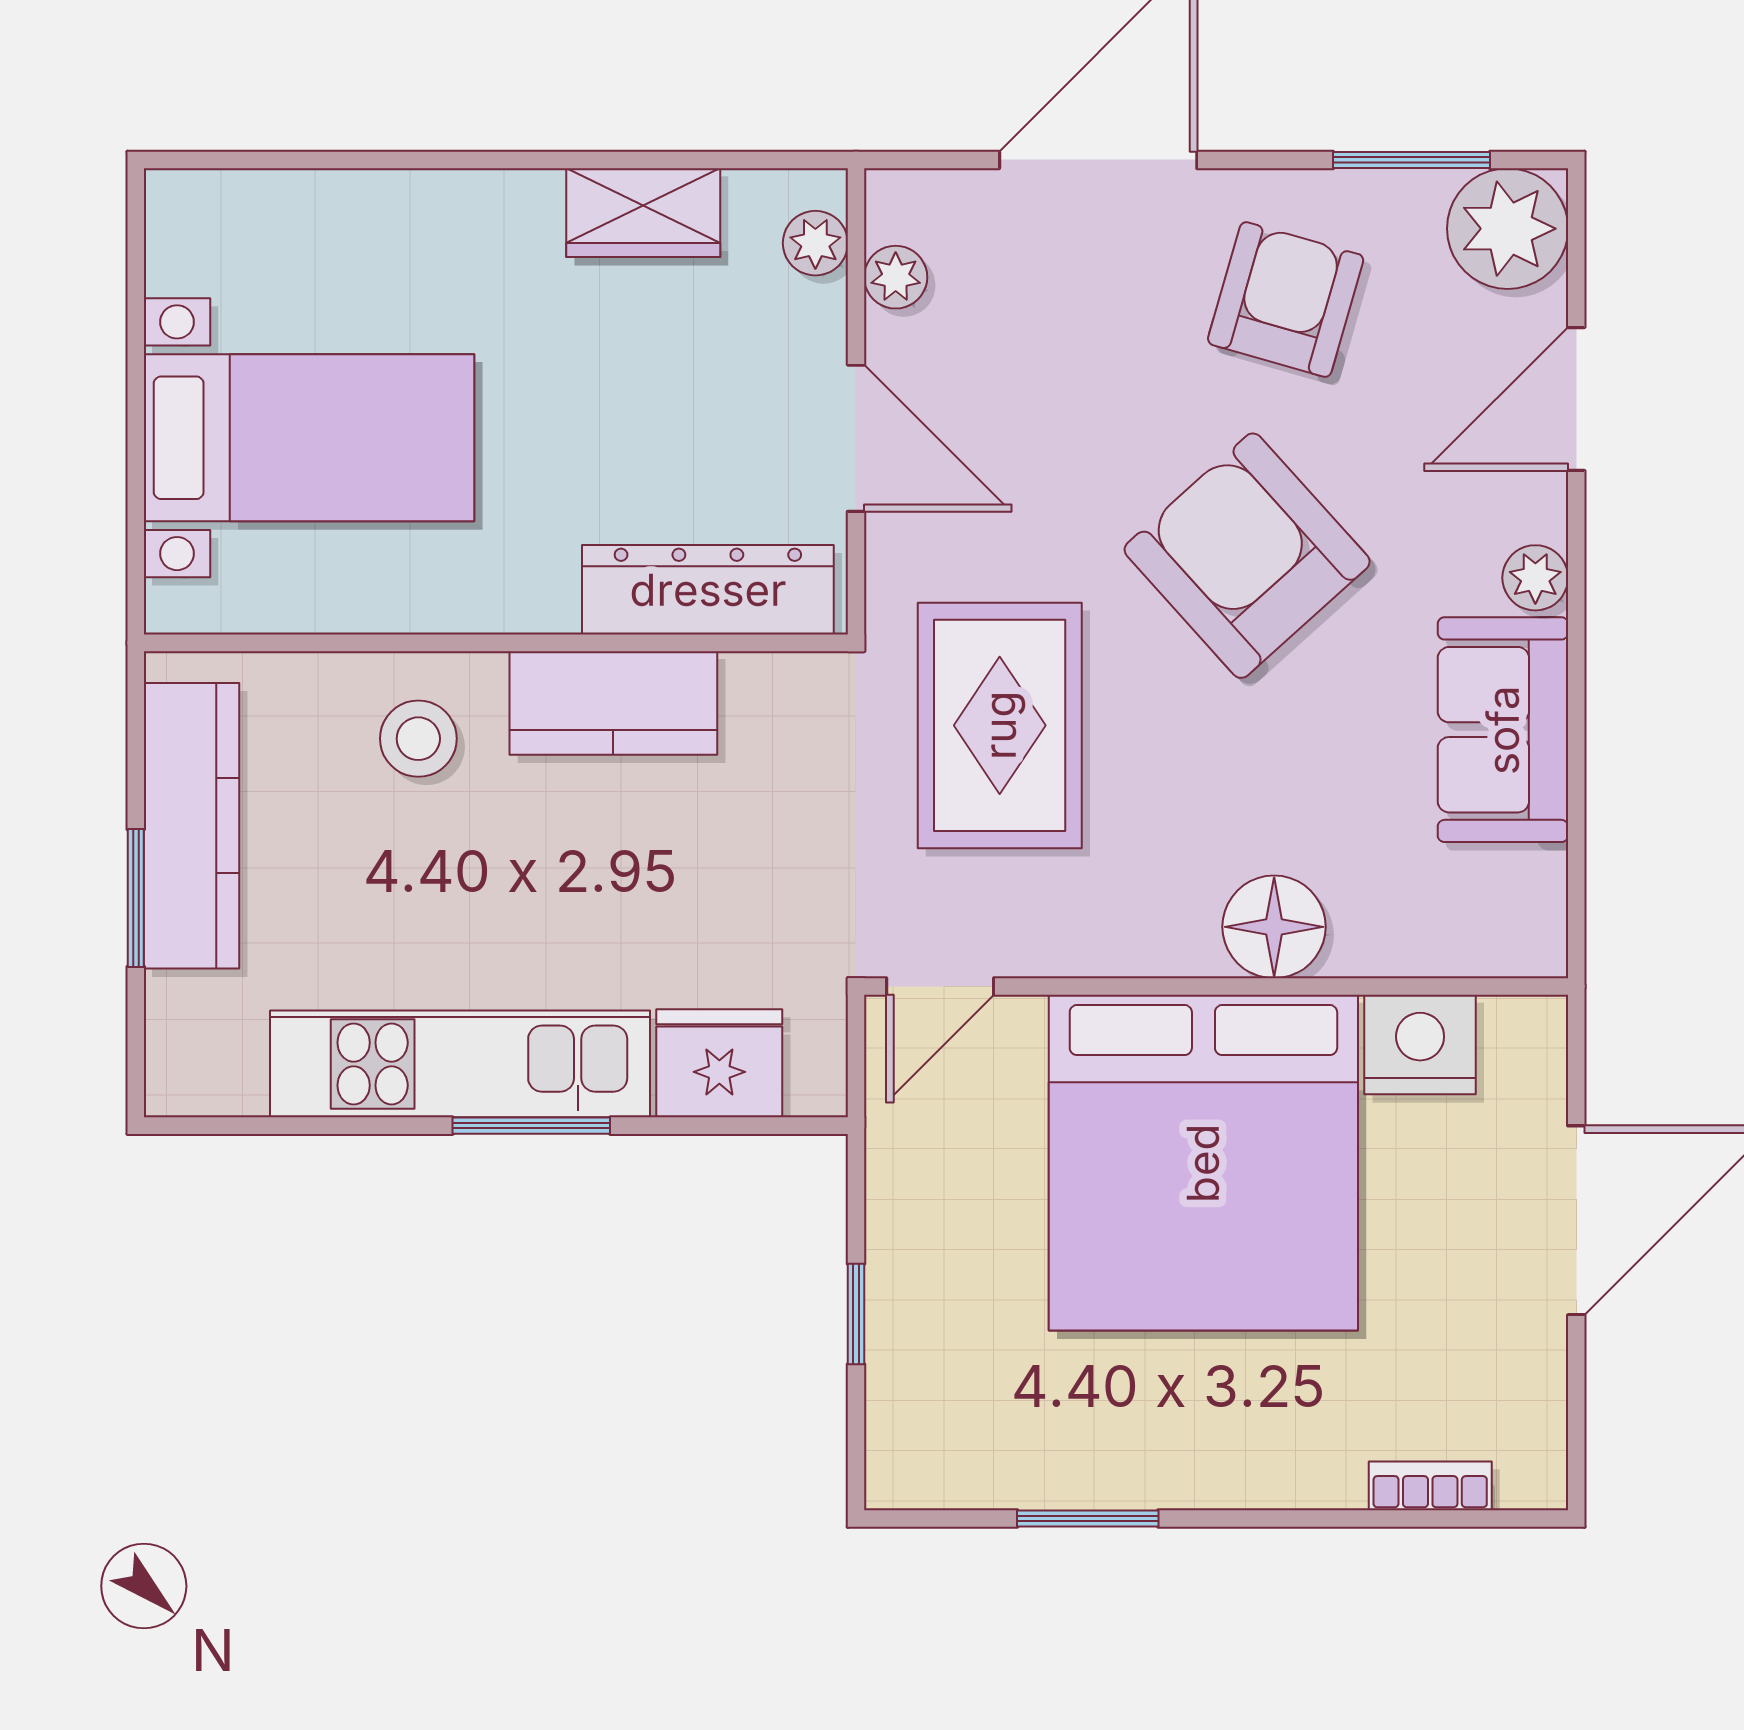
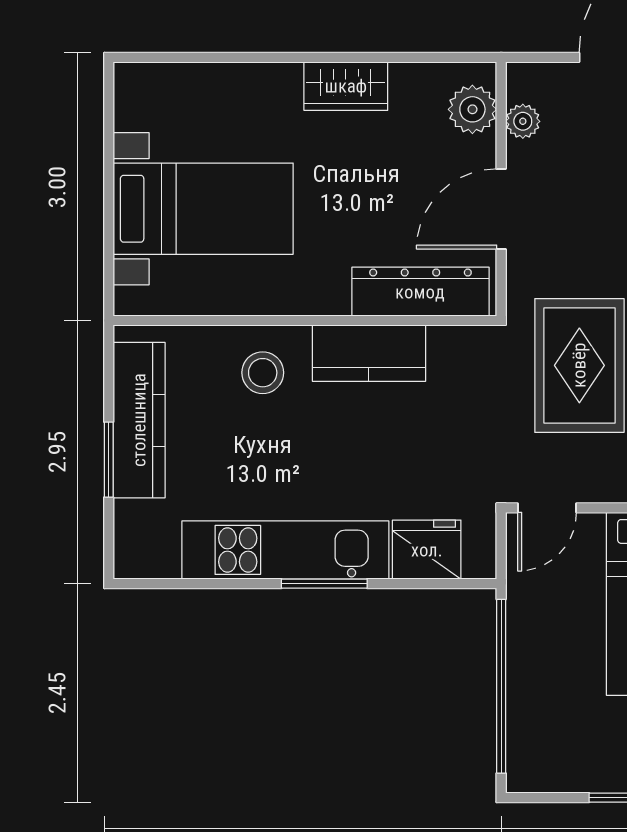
wardrobe: (643, 213) -> (346, 86), moved
plant: (815, 243) -> (472, 109), width x1.38, depth x1.38
door: (856, 438) -> (501, 209), swing flipped
window: (856, 1314) -> (501, 686), width x3.17

